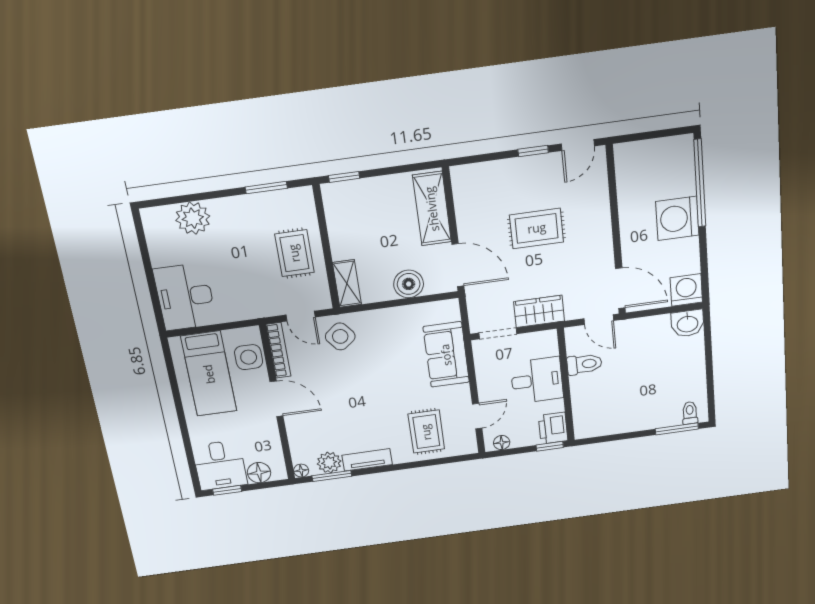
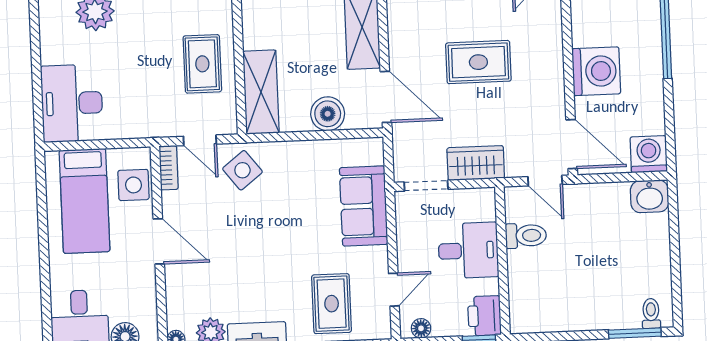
washing machine: (677, 218) -> (596, 71), moved, turned 180
shelving: (347, 283) -> (261, 92), width x1.50, depth x1.33
bookcase: (278, 350) -> (169, 168), width x0.64

